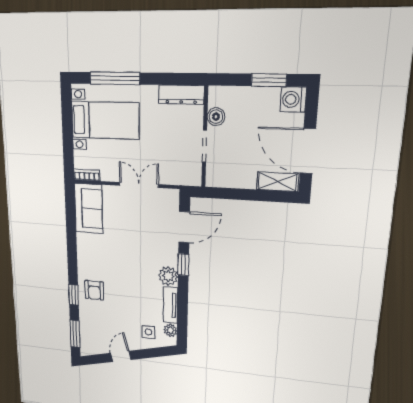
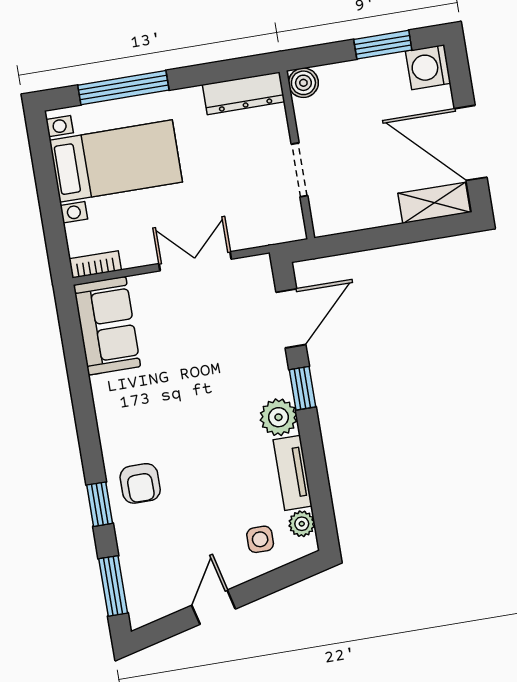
boiler: (216, 117) -> (303, 83), moved

